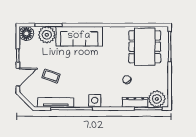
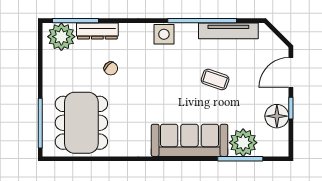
floor lamp: (26, 34) -> (277, 116), moved
coffee table: (51, 76) -> (215, 80), moved

